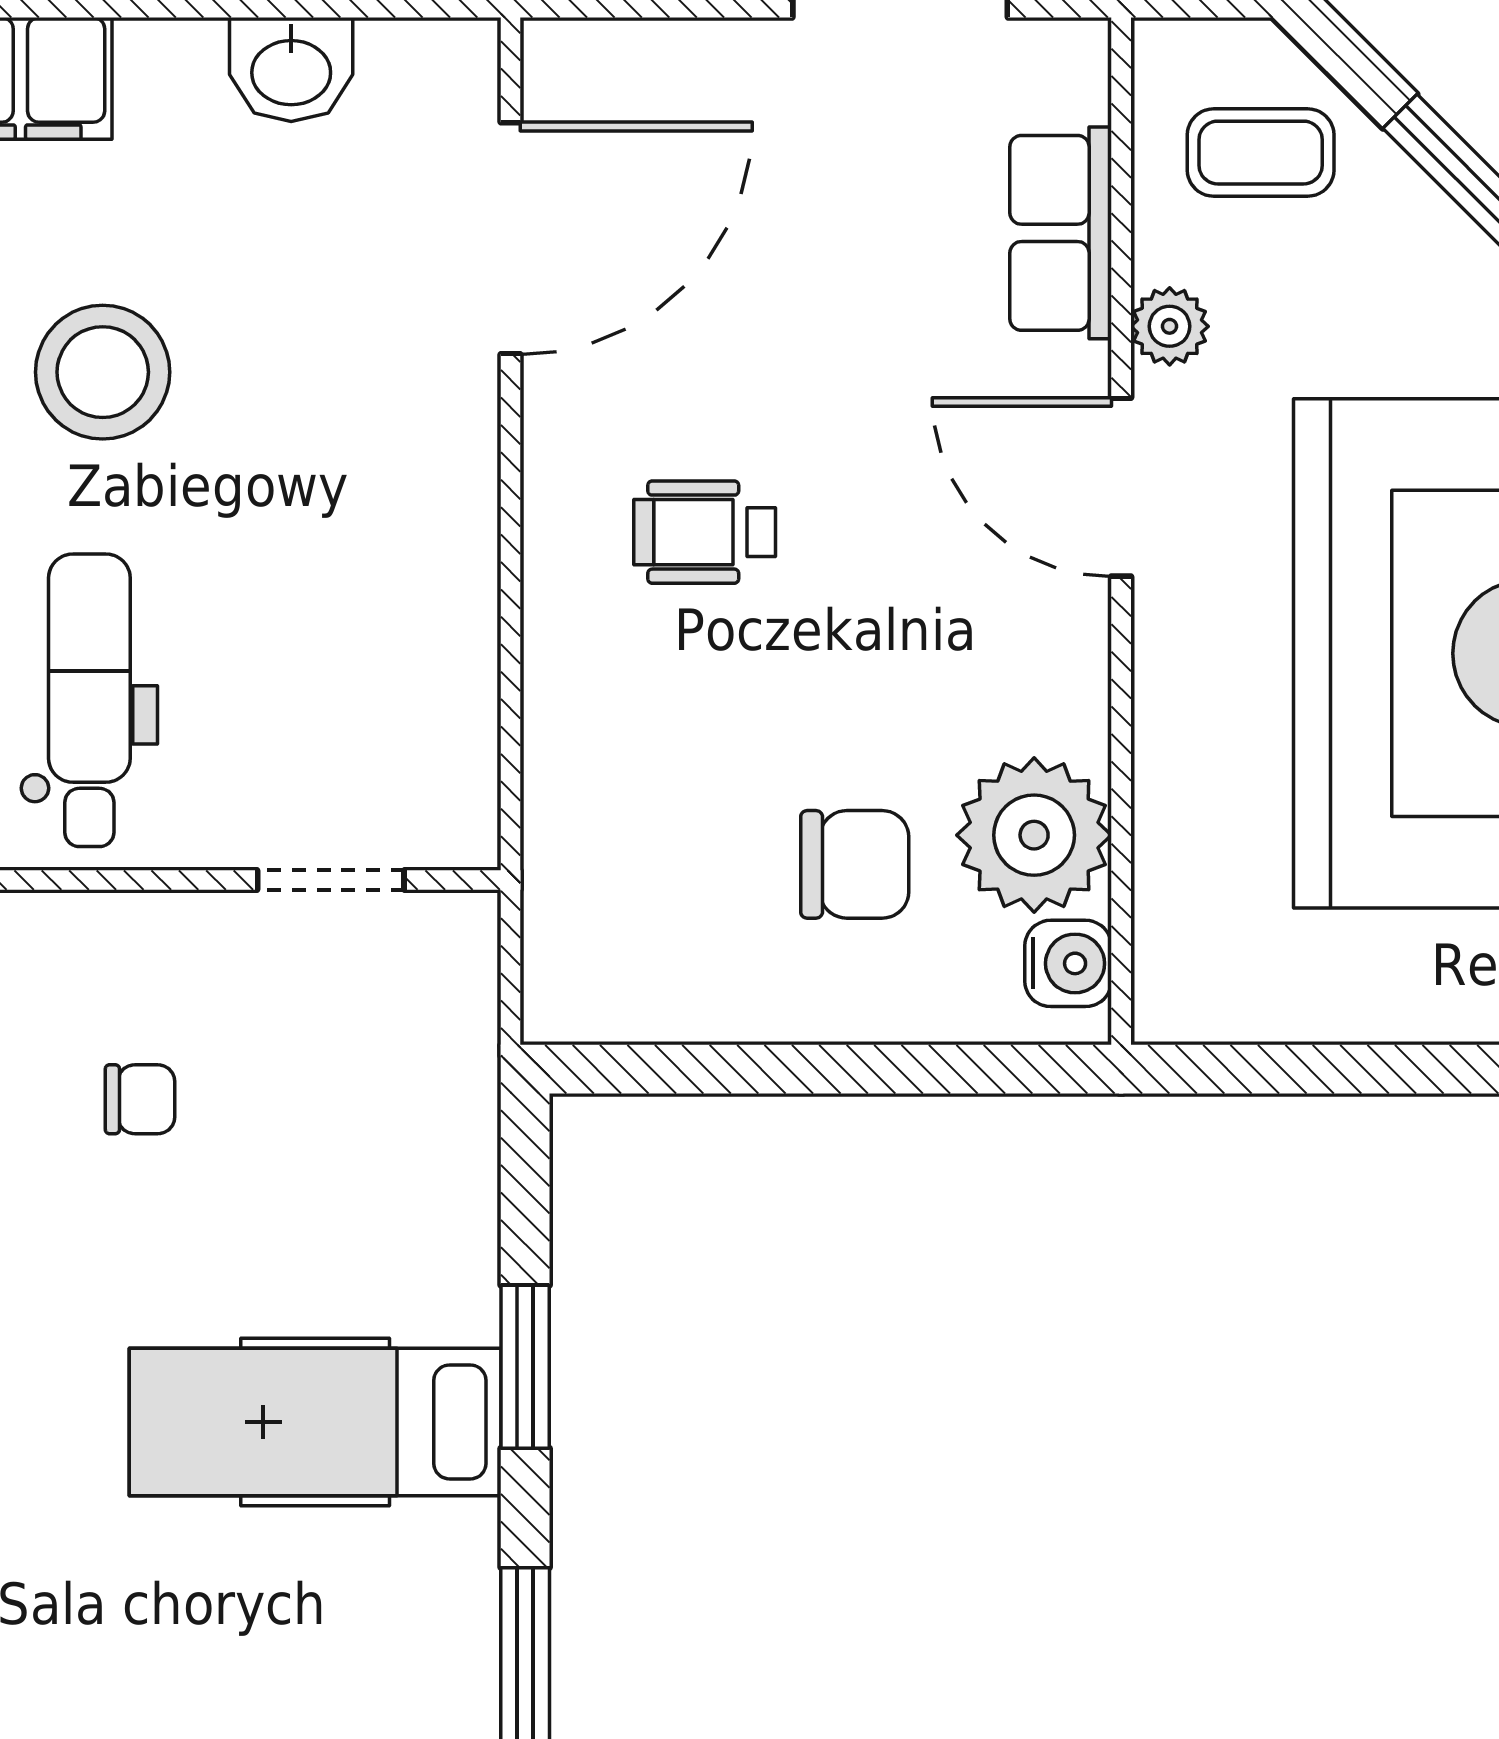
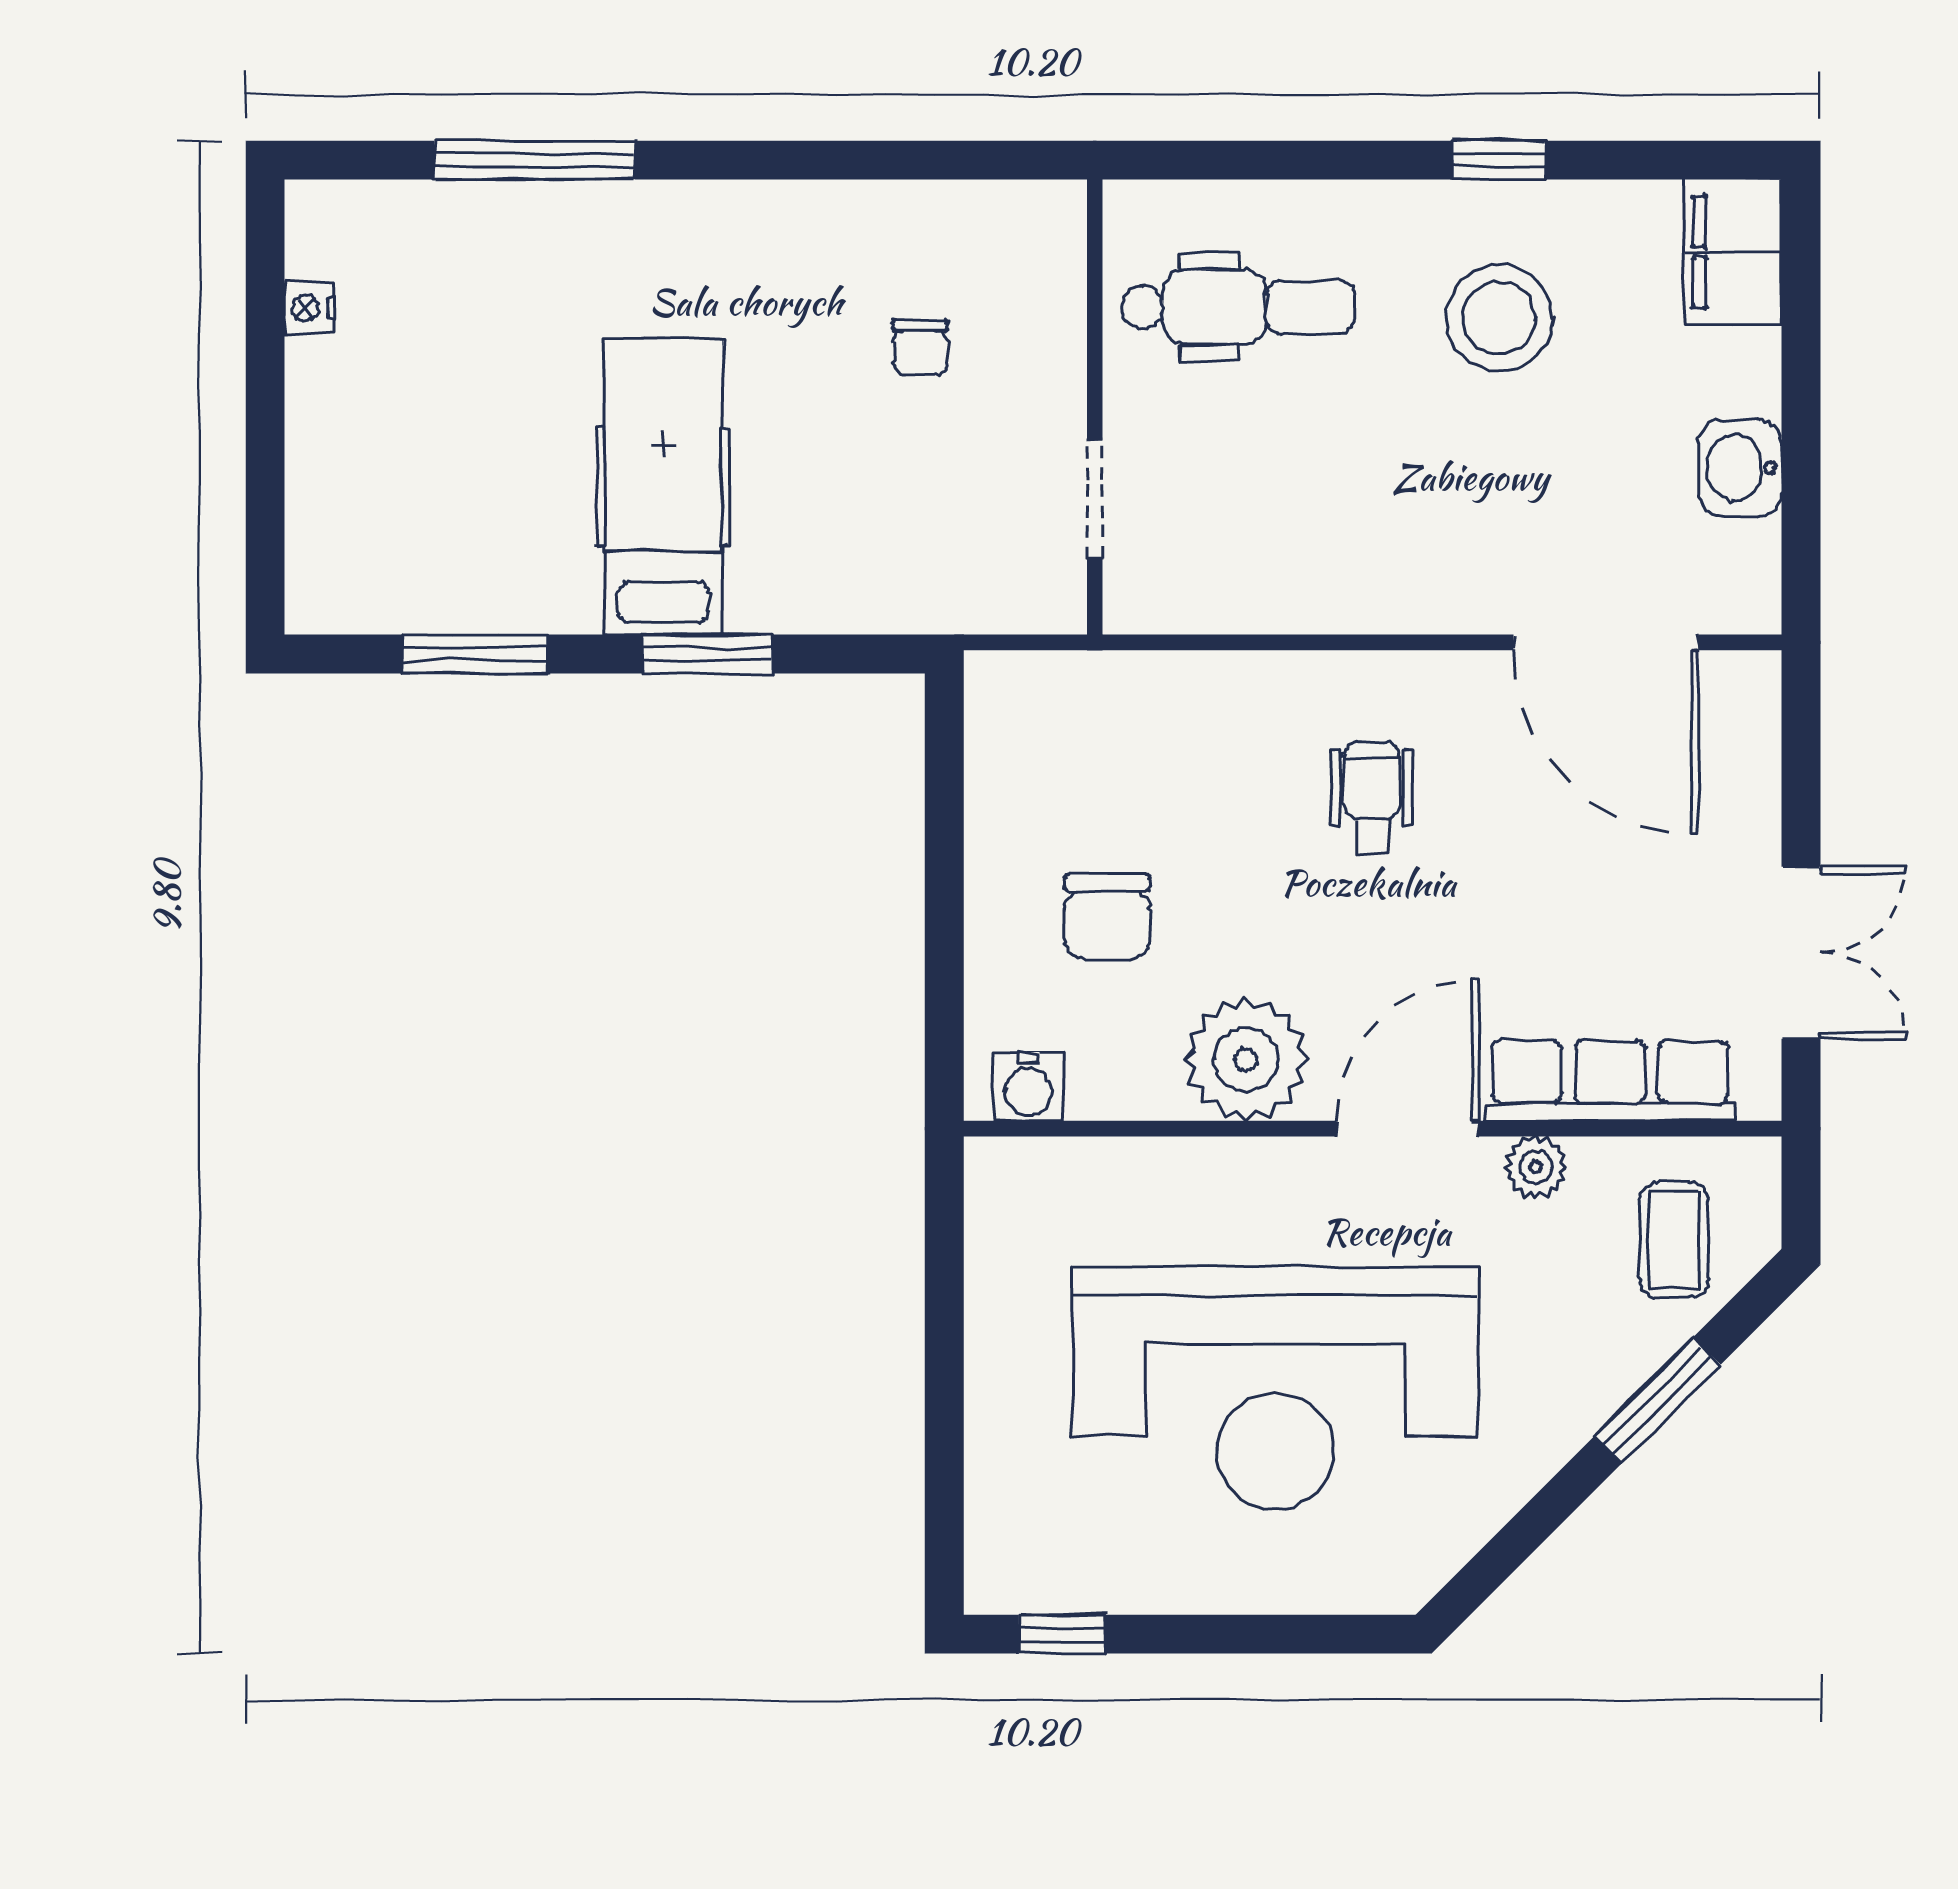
row of seats: (1061, 233) -> (1610, 1081), width x1.48
plant: (1034, 835) -> (1246, 1059), moved

